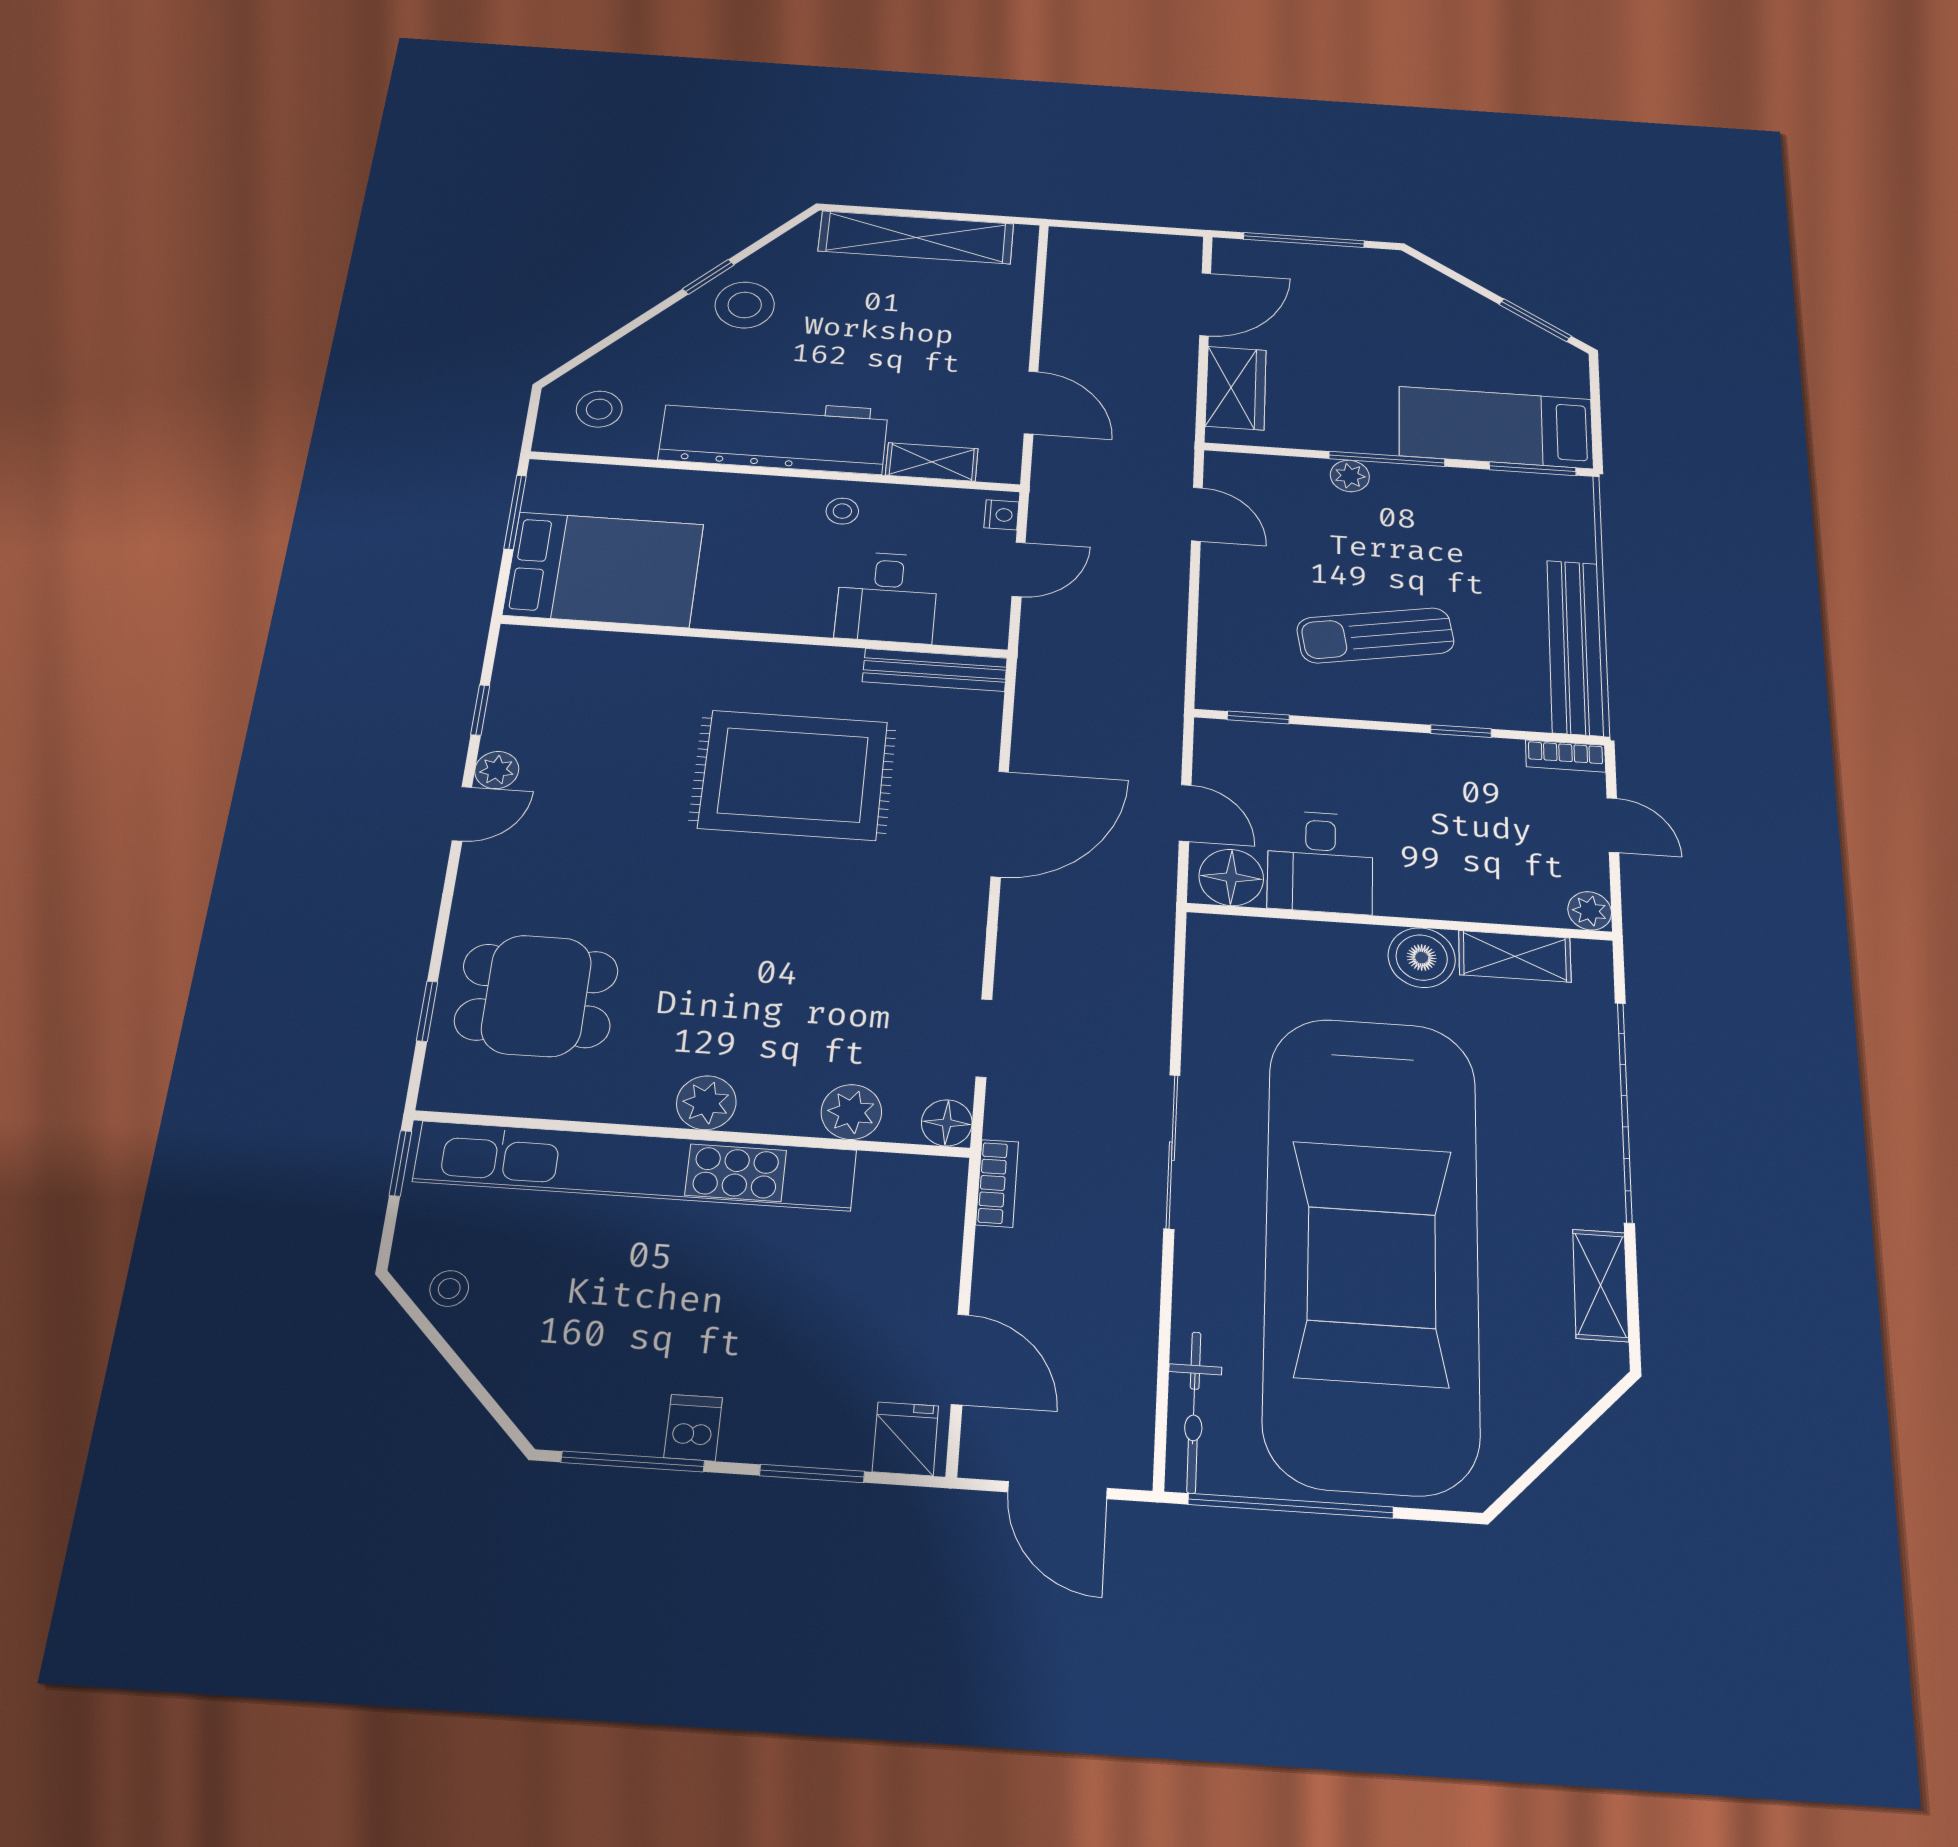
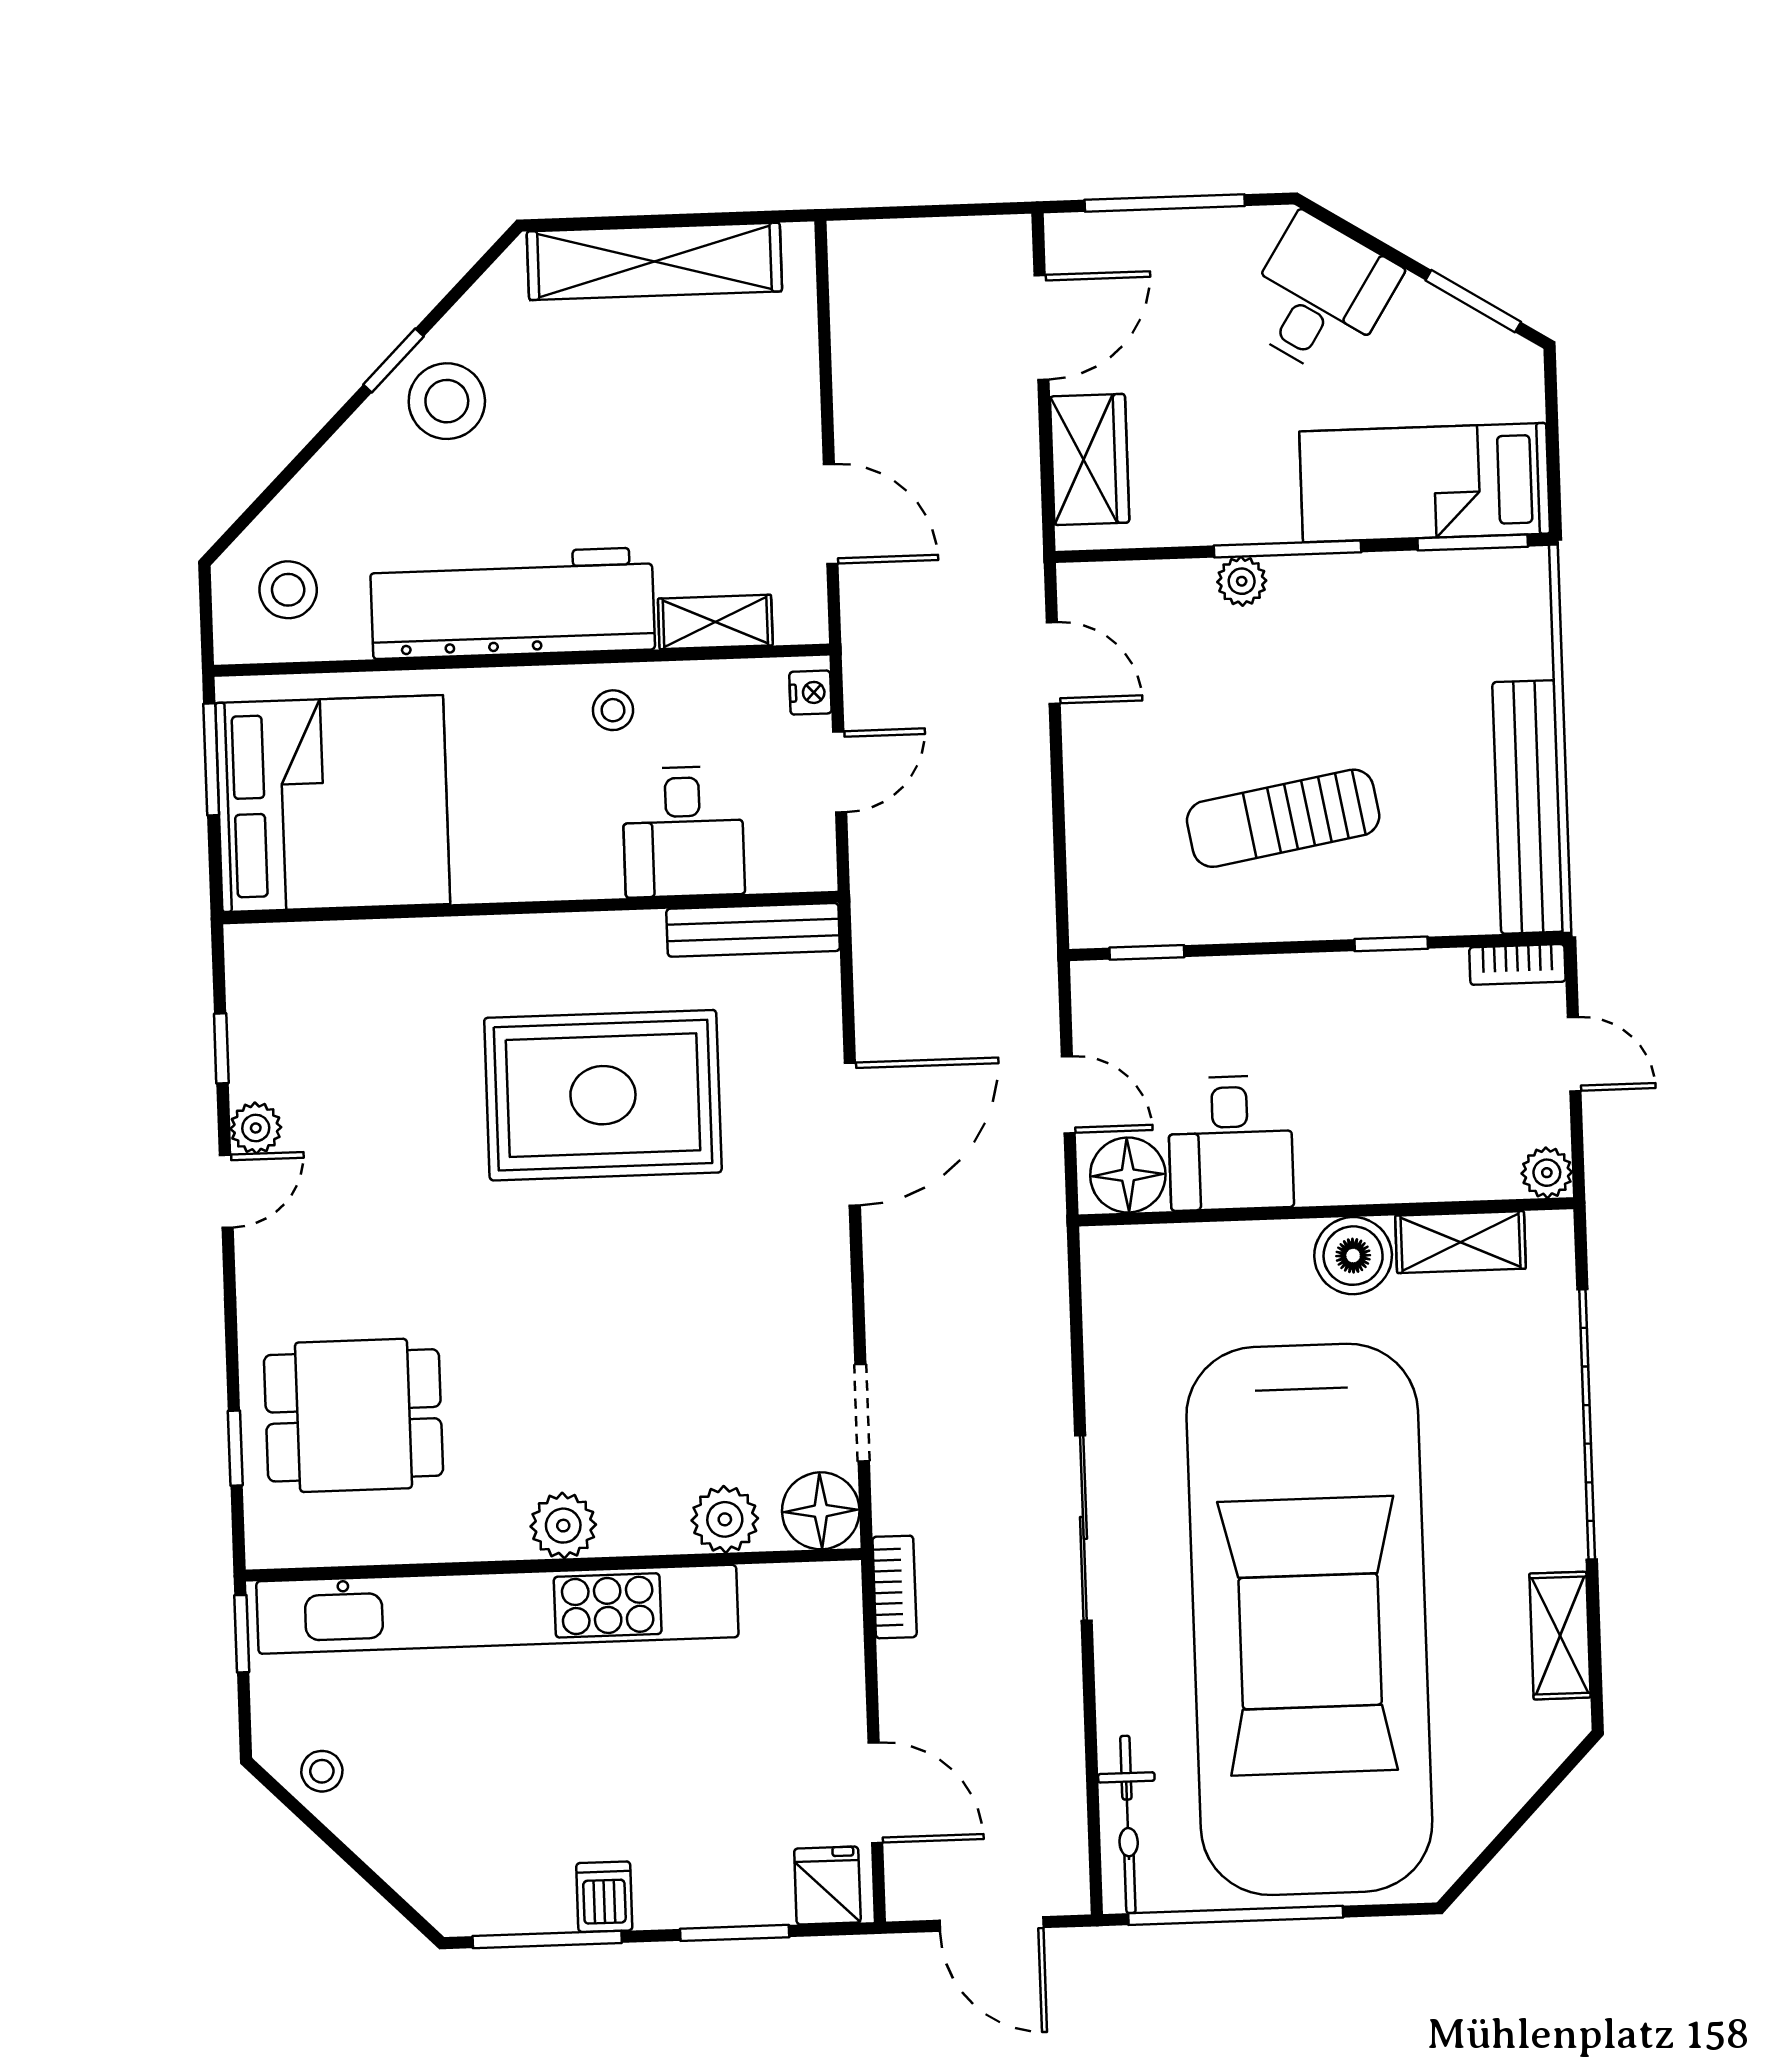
desk: (1418, 306) -> (1320, 296), added
bed: (604, 570) -> (333, 804), width x1.36
floor lamp: (947, 1123) -> (821, 1511), width x1.38, depth x1.38

